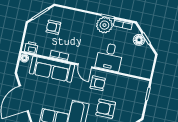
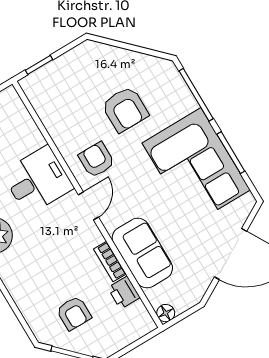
printer: (31, 48) -> (124, 293), moved
sofa: (52, 69) -> (142, 253), width x0.73

